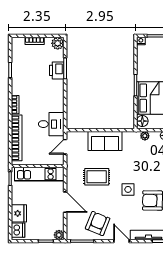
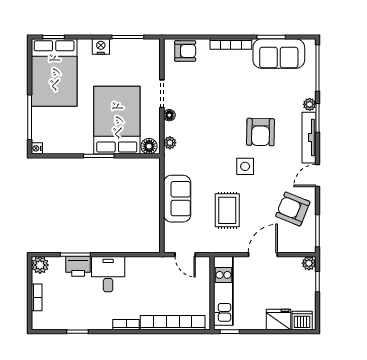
desk: (51, 124) -> (108, 274), moved

